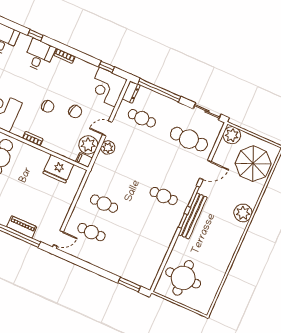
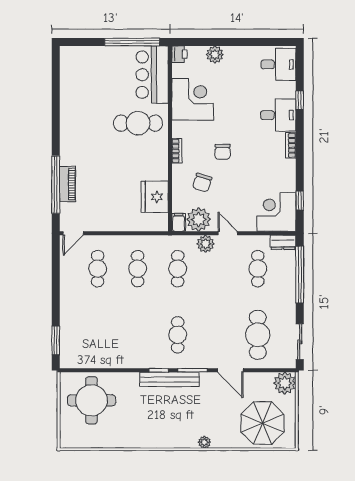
chair: (75, 112) -> (202, 183), moved
cafe table: (117, 175) -> (178, 269), added
plant: (243, 213) -> (204, 442), width x0.53, depth x0.53
door: (59, 238) -> (73, 233), hinge flipped

